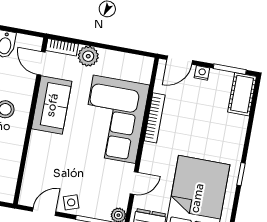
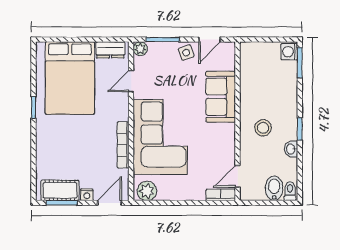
plant: (88, 56) -> (147, 191), moved
door: (41, 63) -> (238, 176), swing flipped
cot: (242, 94) -> (60, 190), moved, turned 90
sofa: (52, 105) -> (221, 97), moved

